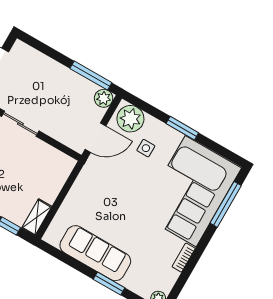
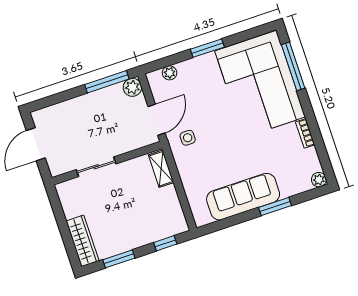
plant: (130, 119) -> (170, 73), width x0.53, depth x0.53
side table: (146, 148) -> (188, 138), moved
shelving: (37, 217) -> (161, 169), moved

